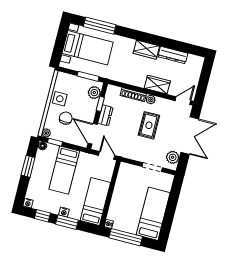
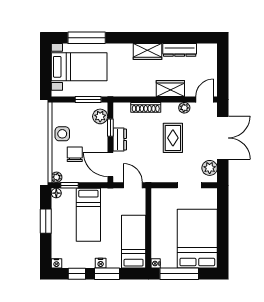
plant: (151, 100) -> (184, 108), moved
bed: (153, 214) -> (197, 239), width x1.50

